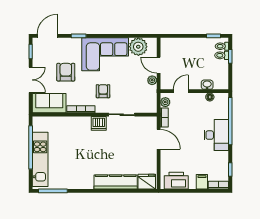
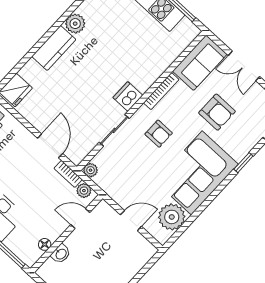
plant: (152, 80) -> (91, 170), moved
door: (181, 91) -> (80, 219), swing flipped
door: (159, 139) -> (50, 146), swing flipped
kitchen counter: (116, 182) -> (54, 48), width x0.67
plant: (87, 183) -> (75, 24), added

